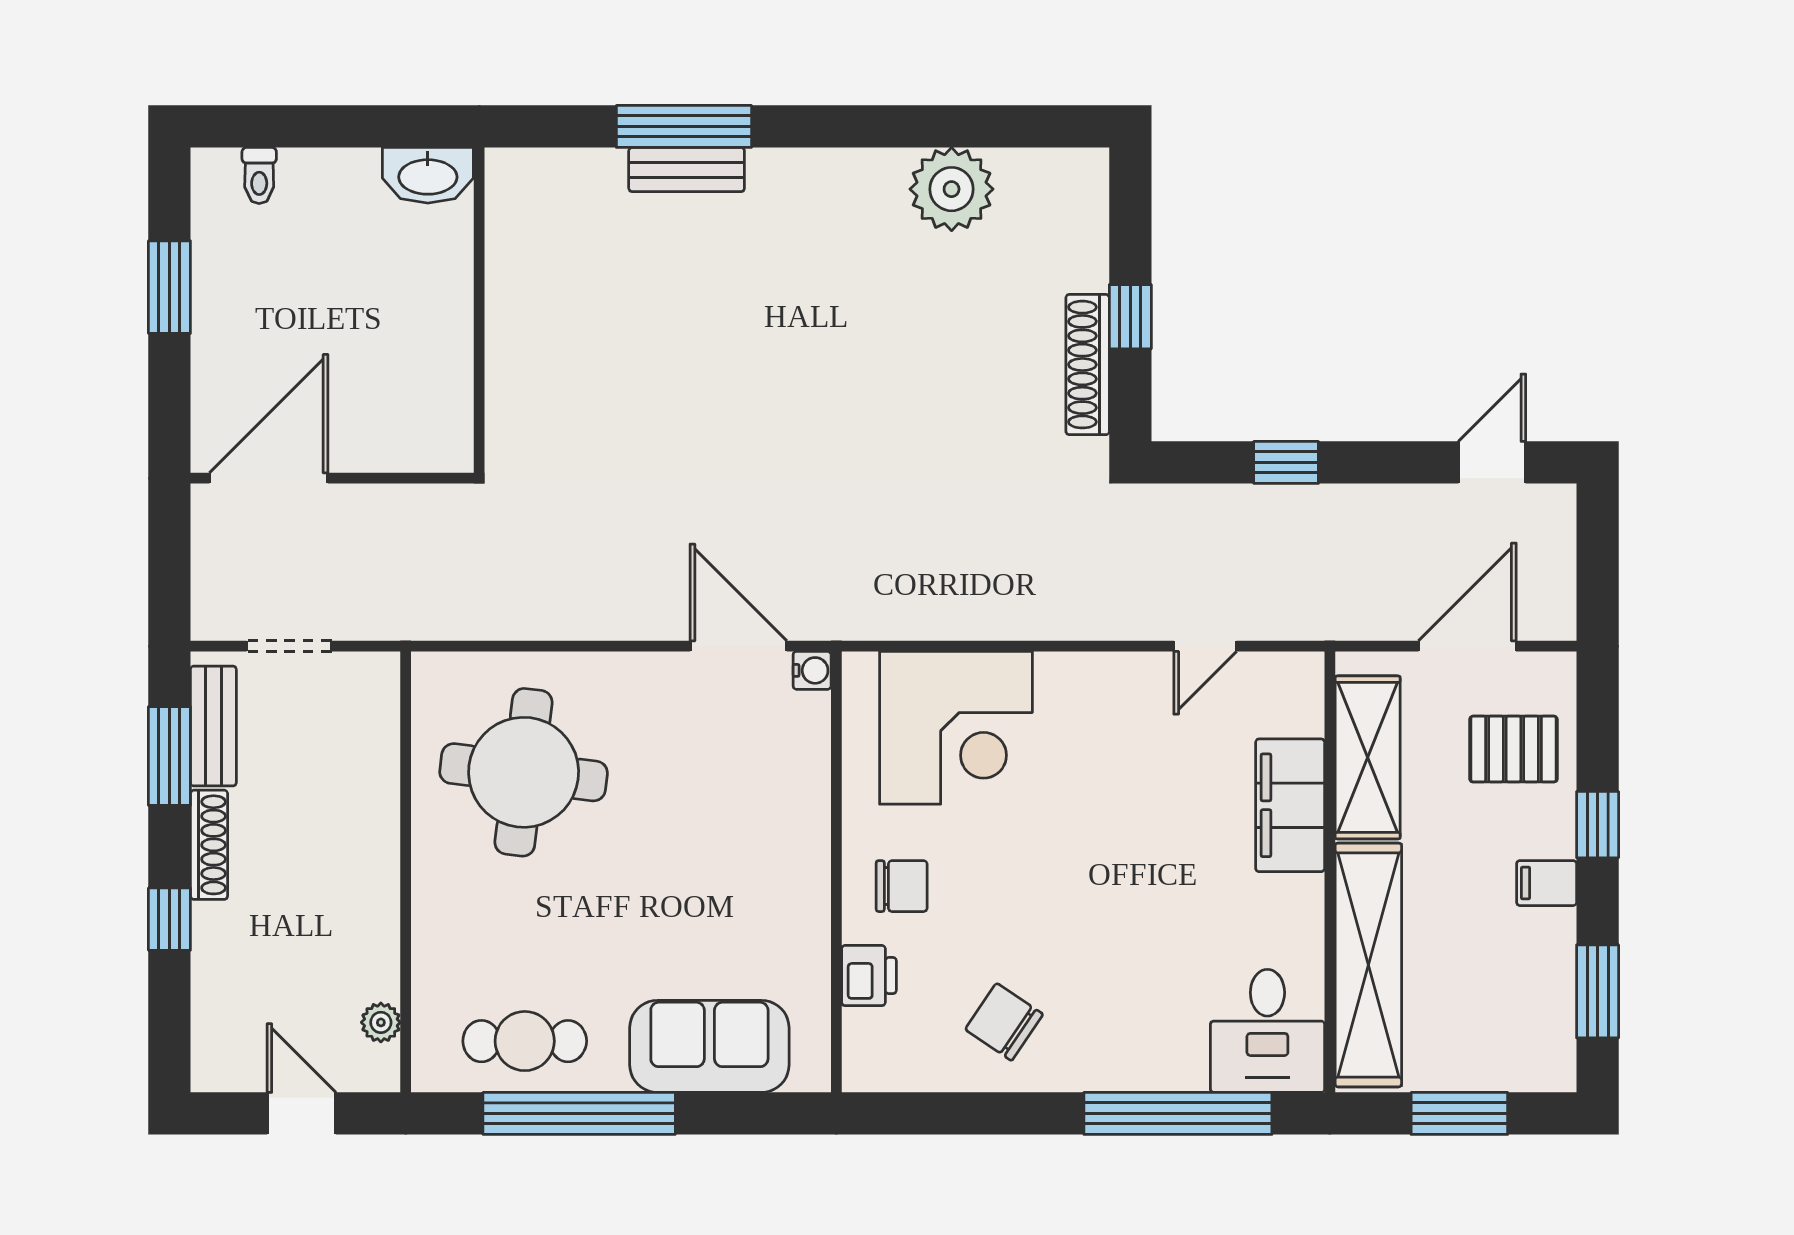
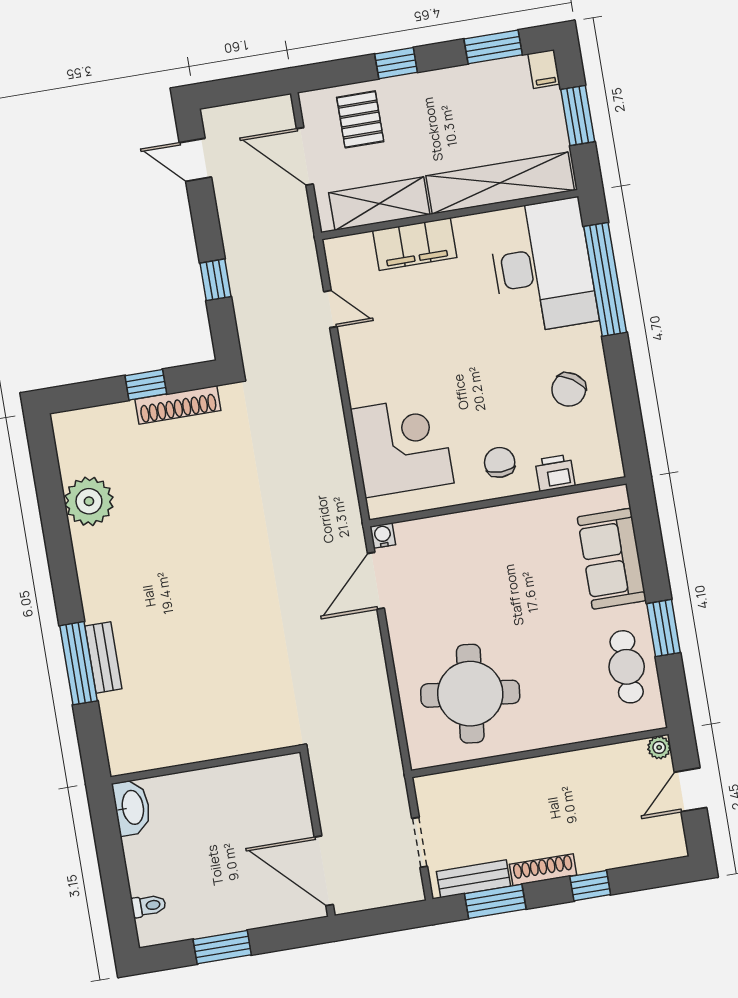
filing cabinet: (1547, 883) -> (544, 69), moved
plant: (381, 1022) -> (659, 747), moved
desk: (1267, 1031) -> (542, 266), width x1.87, depth x1.30
window: (579, 1113) -> (663, 628), width x0.47

